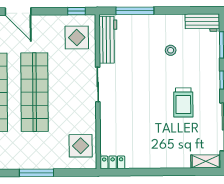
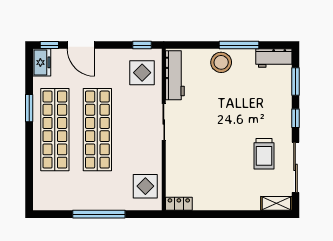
window: (135, 11) -> (239, 45), moved
stool: (171, 50) -> (221, 62), moved, width x1.89, depth x1.89
trolley: (183, 102) -> (264, 154), moved
window: (36, 173) -> (99, 214), width x1.46

